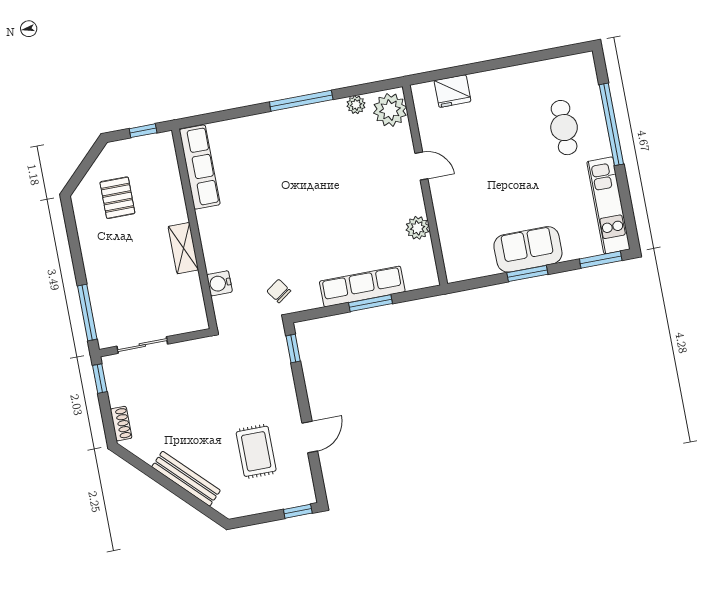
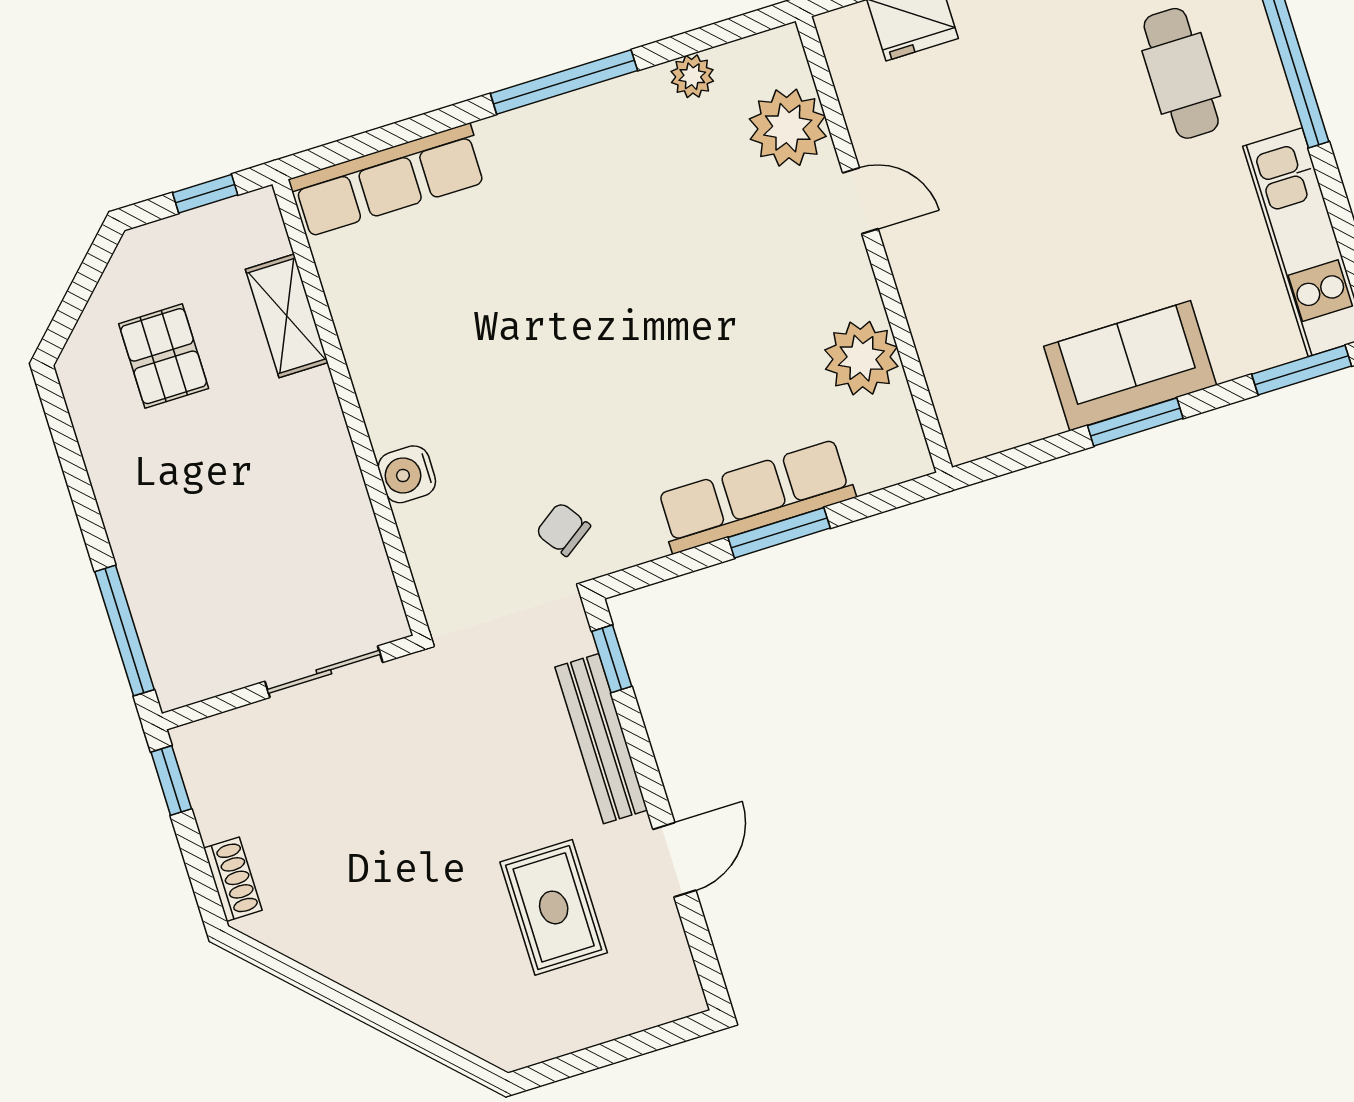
plant: (390, 110) -> (788, 128), moved
row of seats: (200, 167) -> (388, 180), moved, turned 90
plant: (418, 228) -> (861, 358), width x1.36, depth x1.36
shelving: (183, 248) -> (287, 316), moved
water cooler: (219, 283) -> (407, 474), moved
sliding door: (142, 345) -> (324, 672), moved
bench: (186, 479) -> (601, 739), moved, turned 45
window: (298, 511) -> (666, 1035), removed

